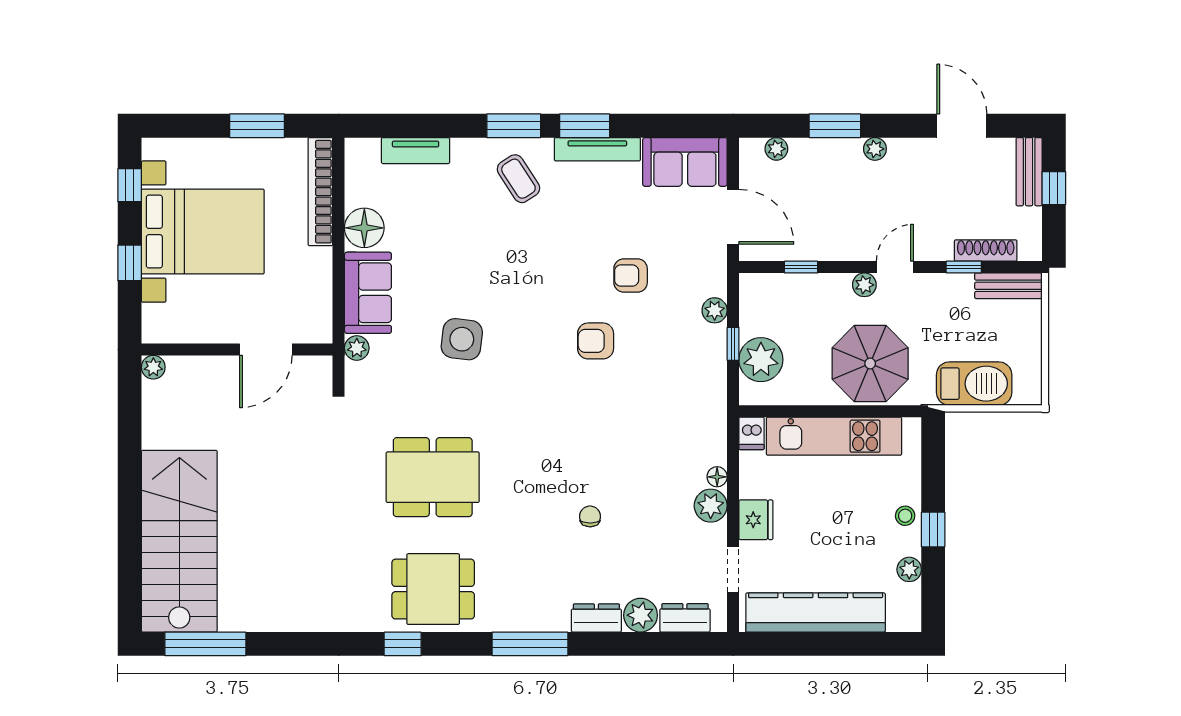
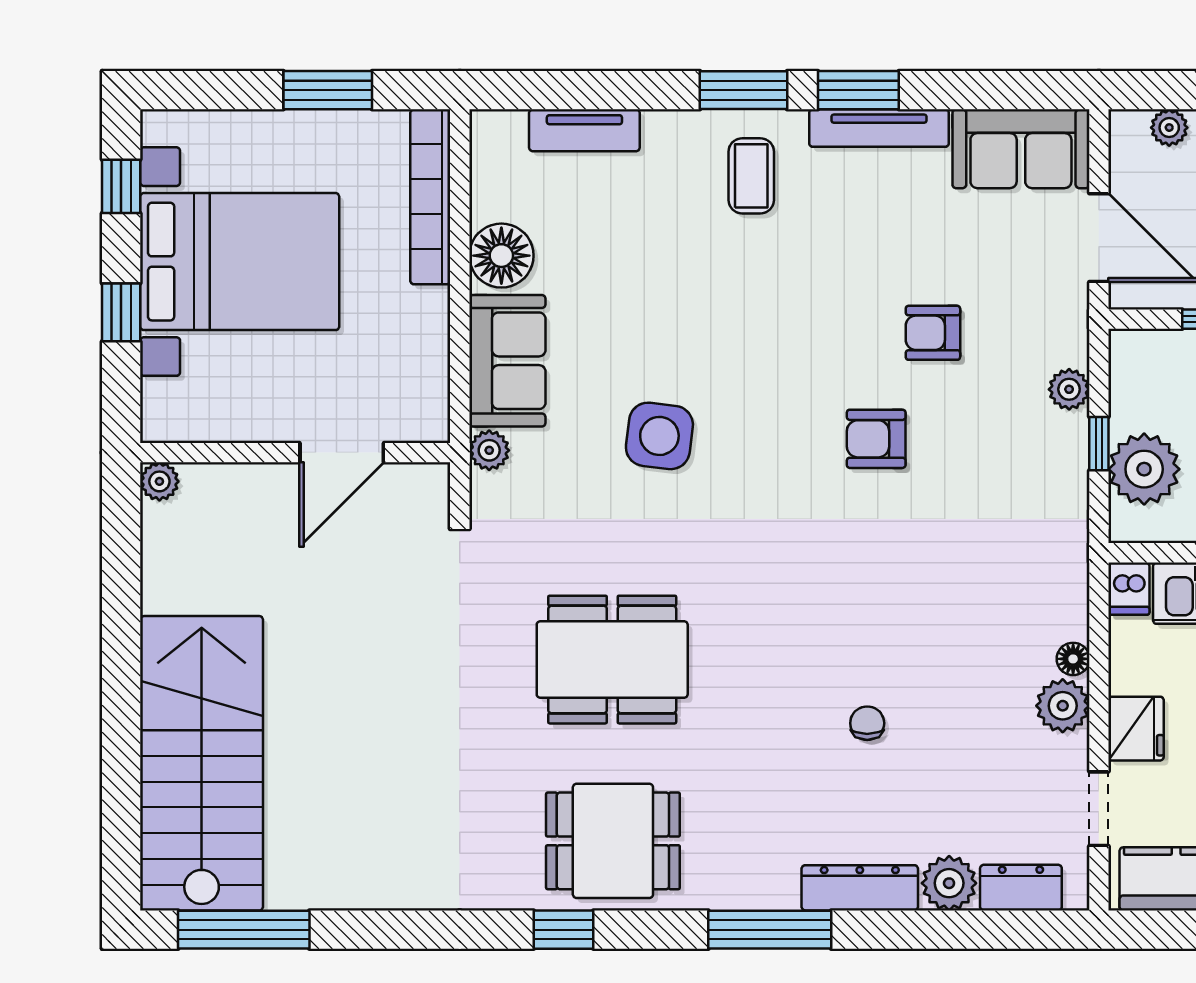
coffee table: (518, 179) -> (751, 176), turned 33
dresser: (596, 618) -> (860, 888), width x1.44

